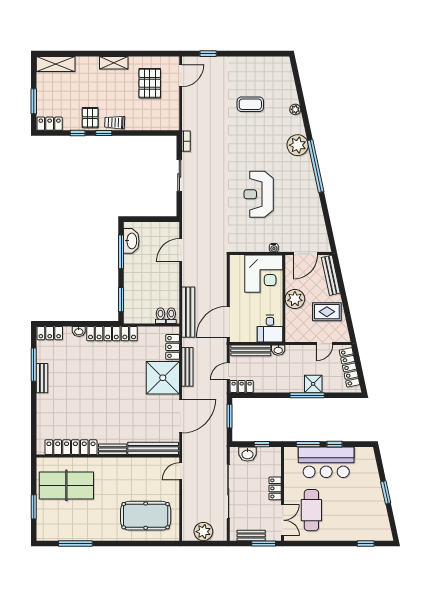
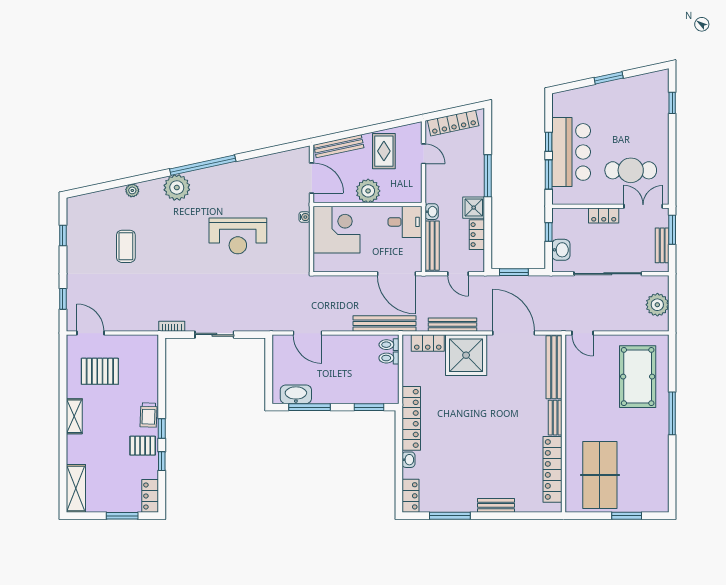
window: (259, 54) -> (63, 236), added
bench: (42, 378) -> (496, 505), moved
shower: (313, 384) -> (474, 208), moved
locker: (242, 386) -> (477, 235), moved
window: (75, 543) -> (672, 413), moved

